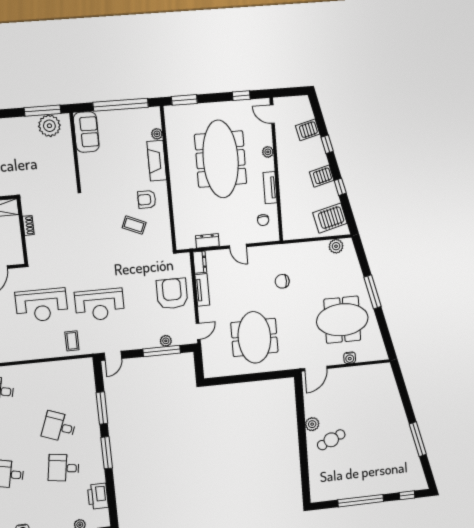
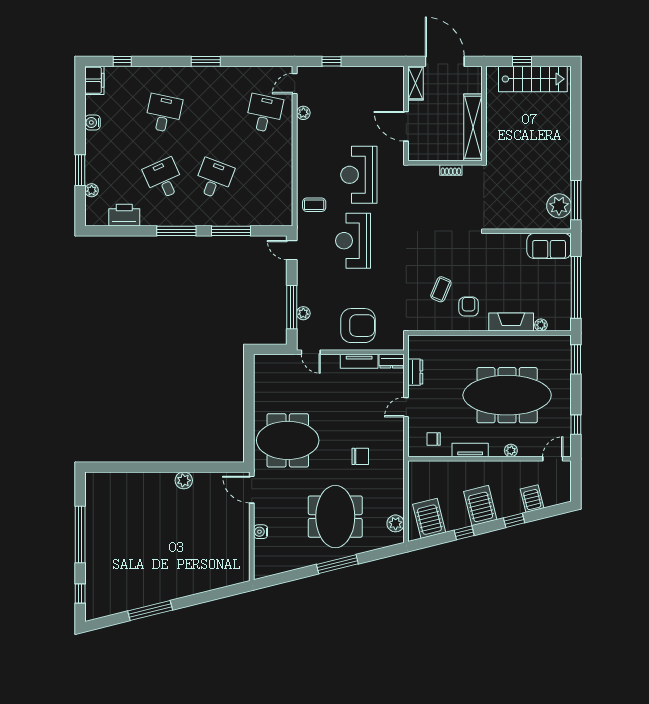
server rack: (322, 176) -> (480, 506), width x1.36, depth x1.44
chair: (282, 281) -> (360, 456), turned 89
meeting table: (342, 320) -> (335, 517), moved
meeting table: (254, 337) -> (288, 440), moved
cafe table: (331, 440) -> (162, 503), removed
desk: (64, 468) -> (164, 179), turned -33

